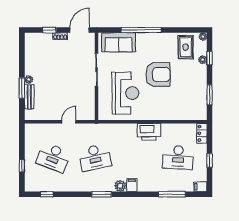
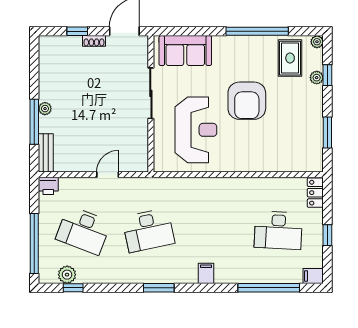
window: (141, 30) -> (257, 31), moved
armchair: (158, 74) -> (247, 101), turned 90
window: (22, 88) -> (34, 122), width x1.44
bench: (29, 97) -> (46, 153), moved
printer: (149, 132) -> (48, 186), moved, width x0.53, depth x0.68
window: (22, 166) -> (34, 244), width x3.17
plant: (120, 186) -> (67, 275), moved
window: (172, 194) -> (269, 288), width x1.46

